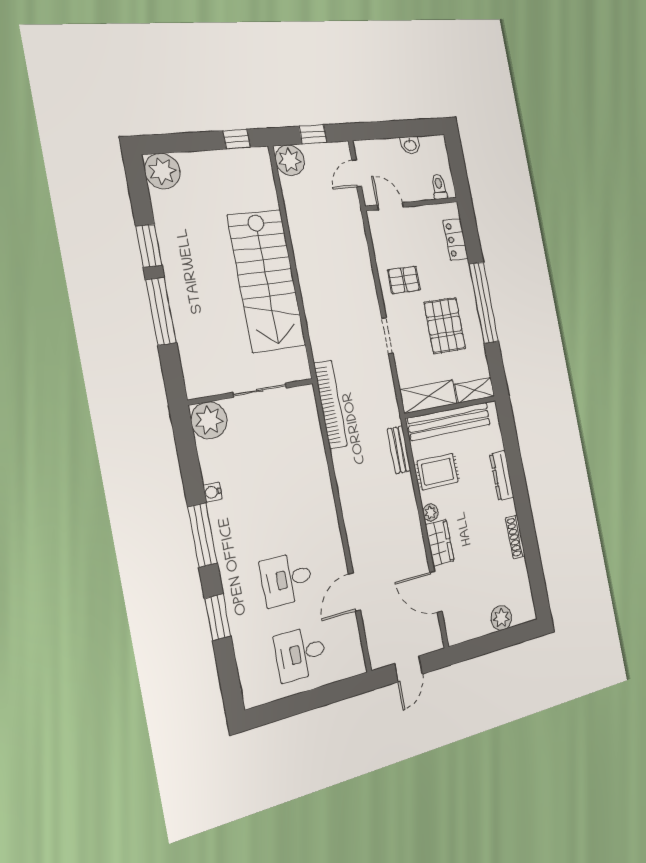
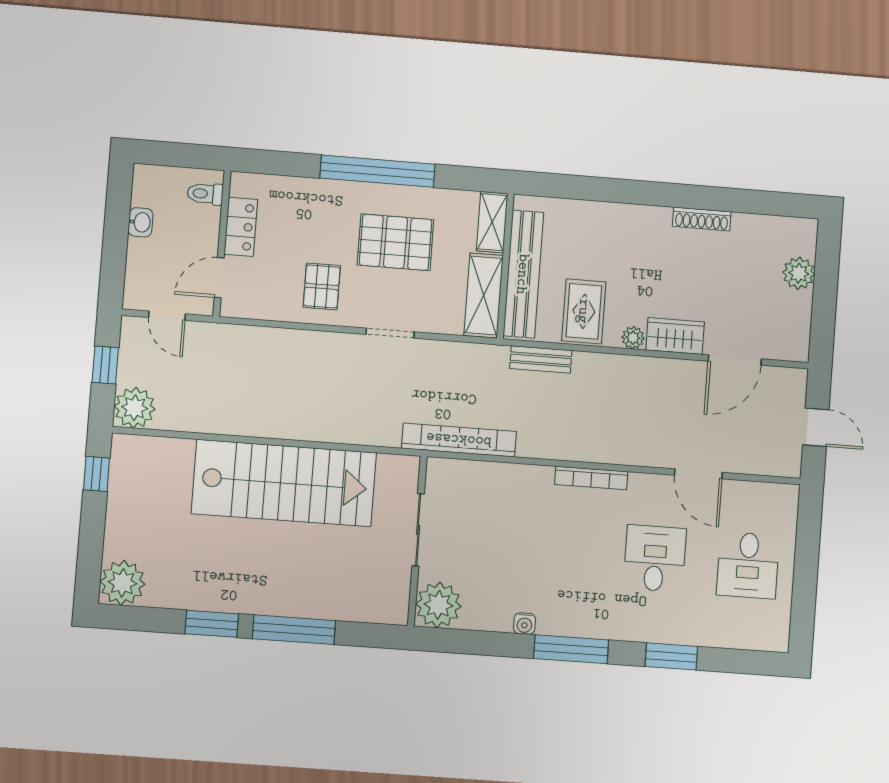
locker: (456, 239) -> (241, 227), moved, turned -90
dresser: (502, 476) -> (616, 215), removed
bookcase: (330, 512) -> (591, 478), added
desk: (287, 579) -> (655, 558), turned 180

